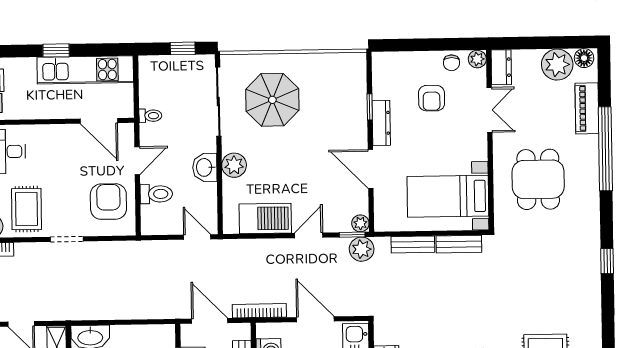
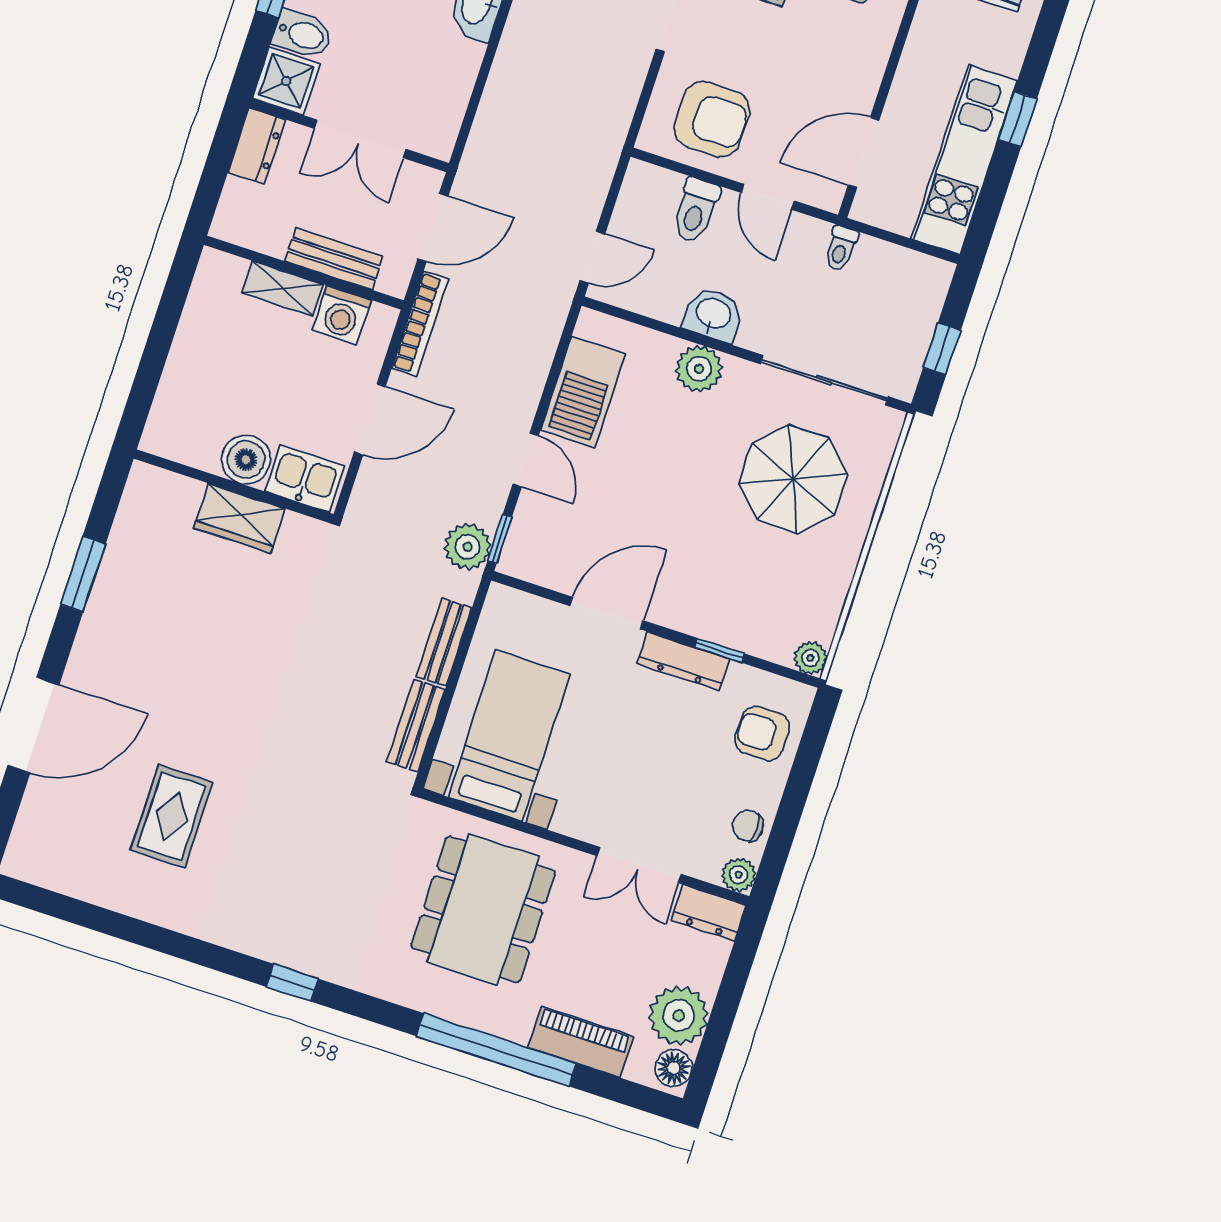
armchair: (432, 98) -> (762, 733), moved
dining table: (538, 179) -> (483, 909), width x1.38
plant: (360, 223) -> (810, 658), moved

